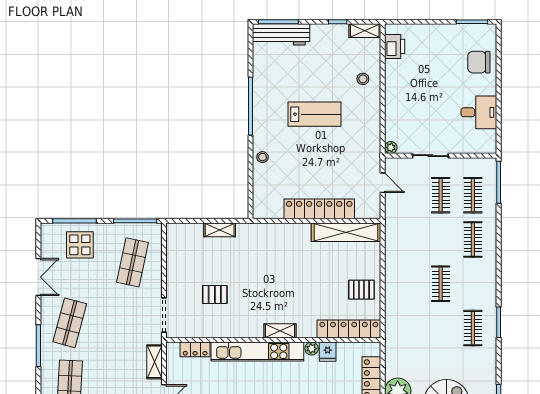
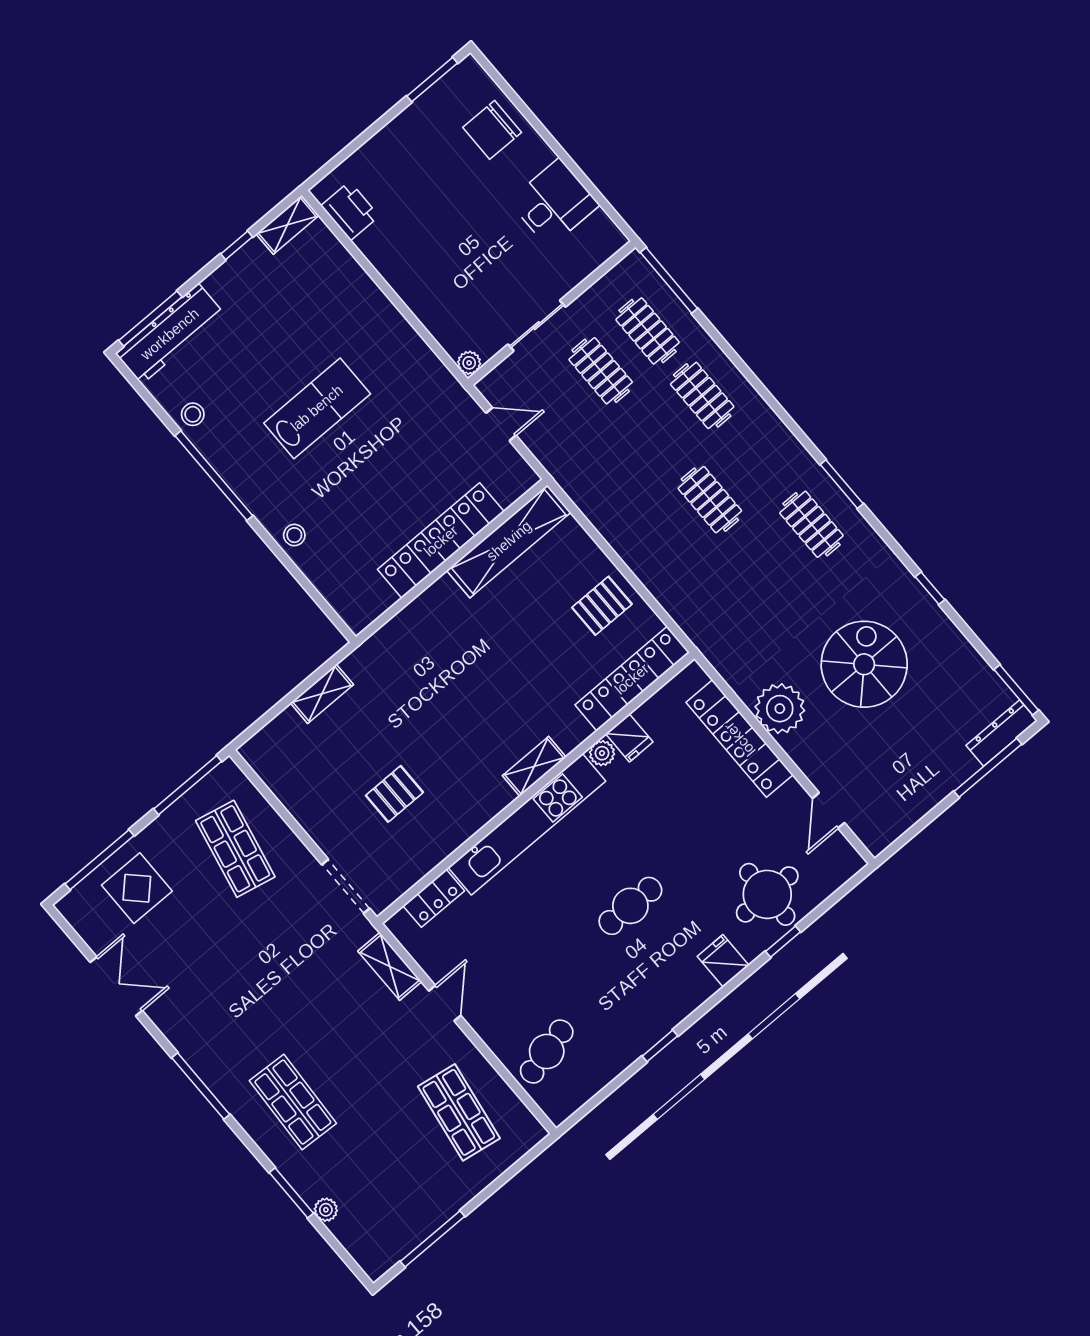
stool: (363, 79) -> (193, 414), moved
shop shelf: (70, 323) -> (218, 1014), removed

